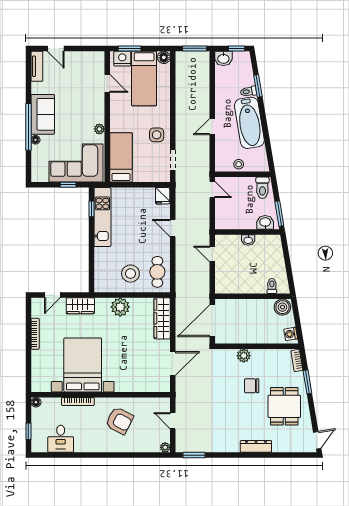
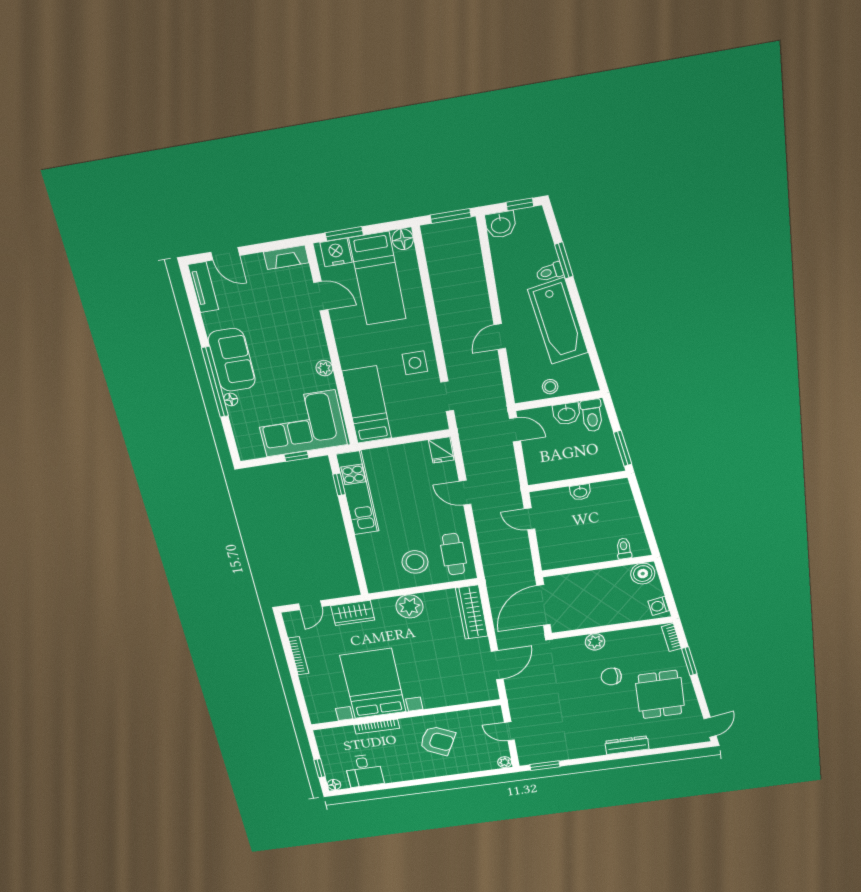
fireplace: (92, 57) -> (286, 257), added
washbasin: (265, 222) -> (567, 414), moved, turned 180
floor lamp: (36, 402) -> (334, 785), moved

